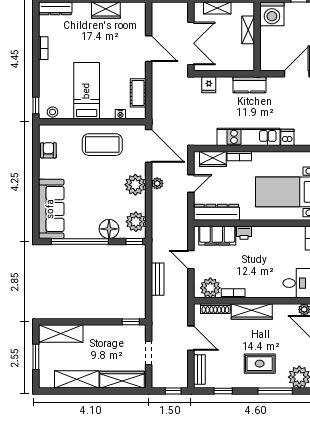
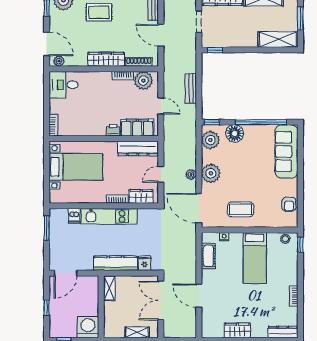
shelving: (248, 30) -> (109, 288), moved
kitchen counter: (250, 85) -> (115, 263), width x1.50
coffee table: (102, 145) -> (241, 209), width x0.73, depth x0.76

